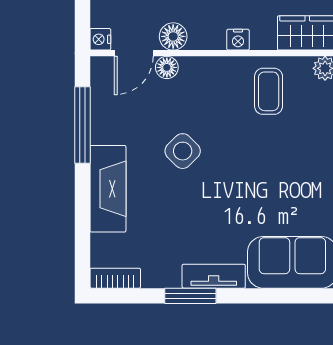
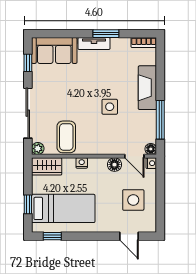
door: (134, 53) -> (134, 156), swing flipped
floor lamp: (167, 67) -> (151, 149), moved
coffee table: (269, 91) -> (66, 137), width x1.36, depth x1.30
side table: (183, 151) -> (110, 107), turned 45

